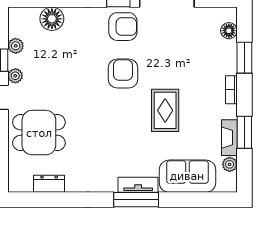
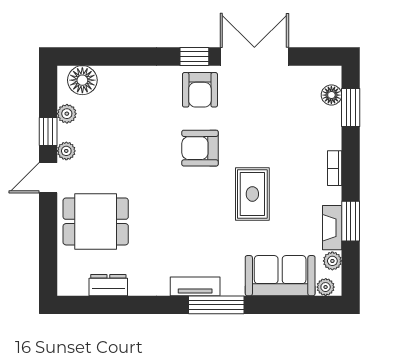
floor lamp: (52, 19) -> (82, 80), moved
armchair: (123, 27) -> (200, 90), turned 90
window: (244, 58) -> (351, 108), moved
armchair: (123, 73) -> (200, 148), turned -90
tv unit: (138, 185) -> (195, 286), moved
plant: (224, 185) -> (326, 287), added

